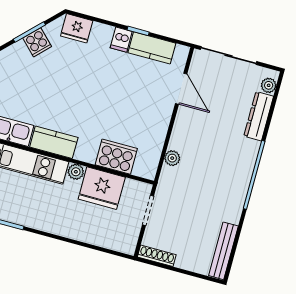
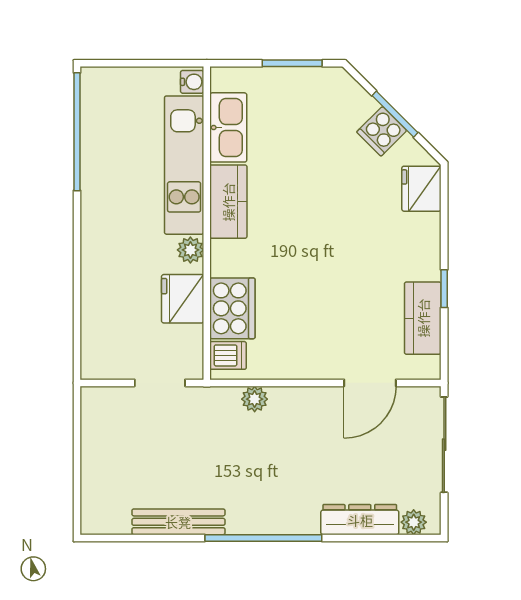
dishwasher: (121, 40) -> (228, 355), moved, turned 180
fridge: (102, 188) -> (183, 299), width x0.73, depth x0.75
bench: (223, 251) -> (178, 522), moved
shoe rack: (157, 256) -> (91, 417), removed

